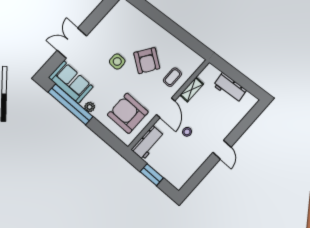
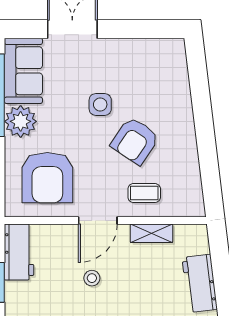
plant: (90, 107) -> (21, 121), width x1.88, depth x1.88
armchair: (128, 113) -> (47, 178), turned 180
workbench: (148, 143) -> (19, 252), moved, turned -90

